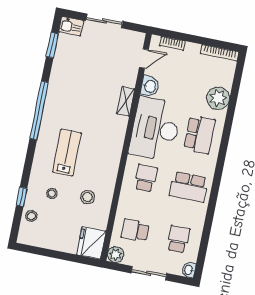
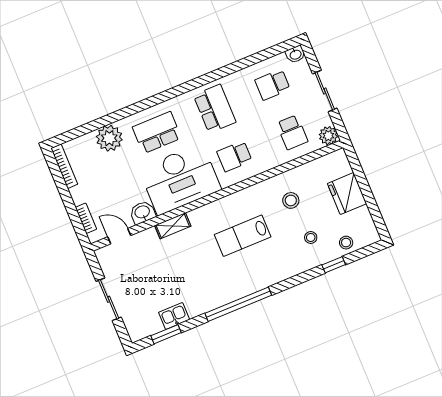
kitchen sink: (71, 26) -> (174, 316), moved, turned -90
lab bench: (67, 152) -> (243, 236), moved
fridge: (91, 243) -> (347, 194), moved, turned 90

